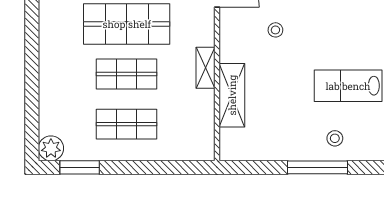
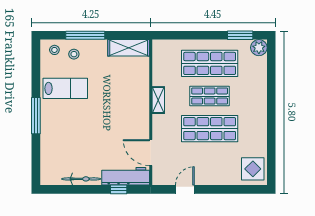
stool: (275, 30) -> (54, 50), moved
shelving: (232, 95) -> (129, 48), moved, turned 90
shop shelf: (127, 124) -> (210, 63), width x1.43, depth x1.36

